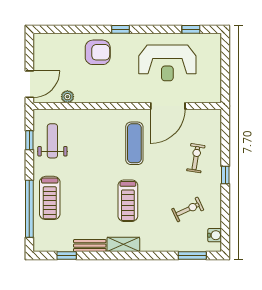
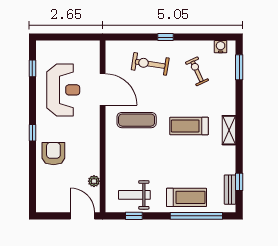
exercise bike: (196, 158) -> (150, 64), width x1.38, depth x1.39
treadmill: (128, 201) -> (189, 126), turned 180
bench: (90, 246) -> (230, 190), moved

